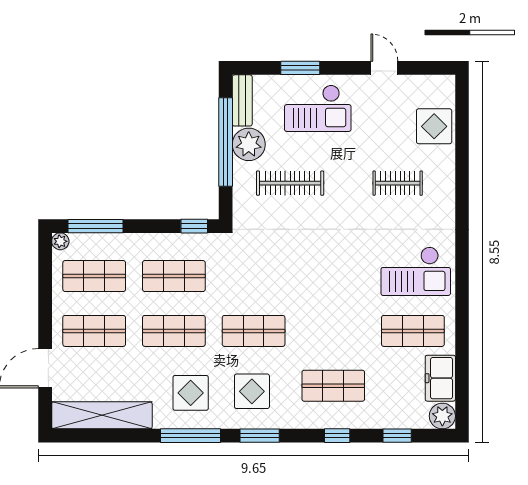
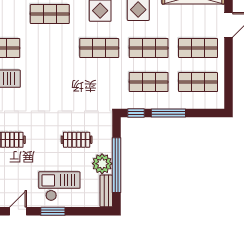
window: (300, 68) -> (53, 211), moved
door: (384, 68) -> (18, 211), swing flipped
clothes rail: (290, 183) -> (77, 140), width x0.73
window: (96, 226) -> (168, 113), moved
plant: (60, 241) -> (219, 104), removed

